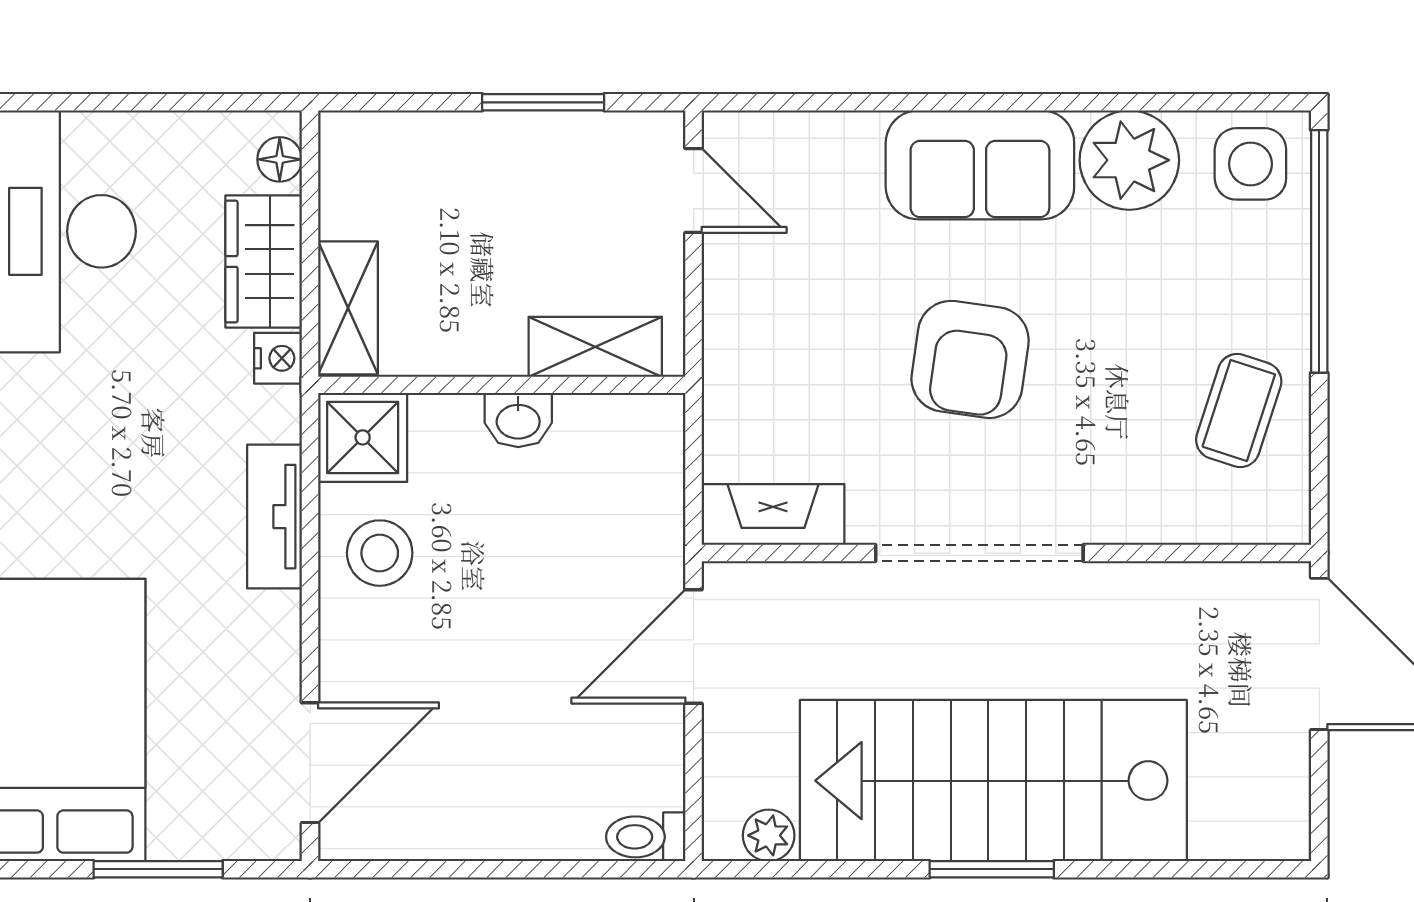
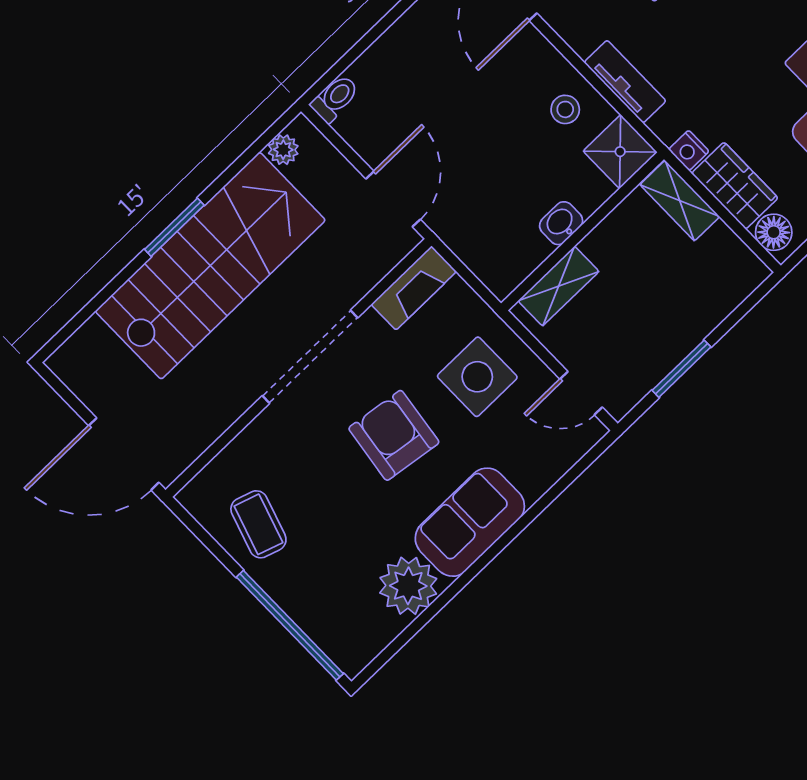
floor lamp: (280, 159) -> (774, 232), width x1.37, depth x1.37
side table: (1250, 164) -> (477, 377), moved, width x1.37, depth x1.37
stool: (380, 553) -> (565, 109), width x0.73, depth x0.73

